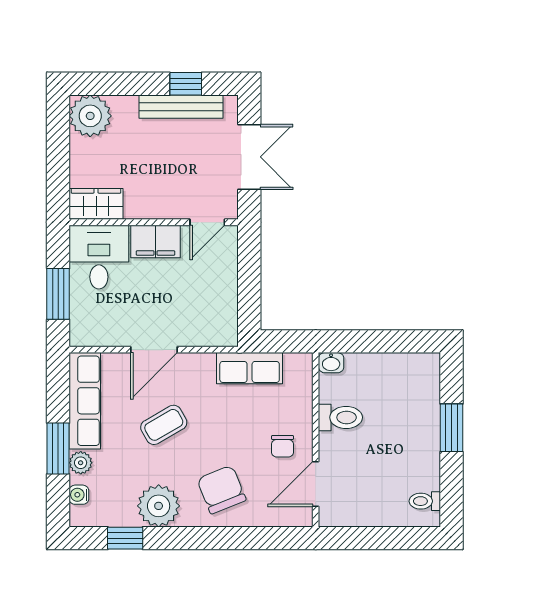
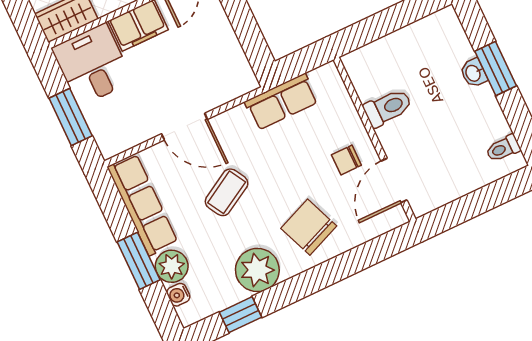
door: (154, 350) -> (184, 127), hinge flipped
washbasin: (331, 363) -> (474, 73), moved, turned 90
chair: (282, 446) -> (346, 160), turned 90
plant: (81, 463) -> (172, 266), width x1.38, depth x1.38

